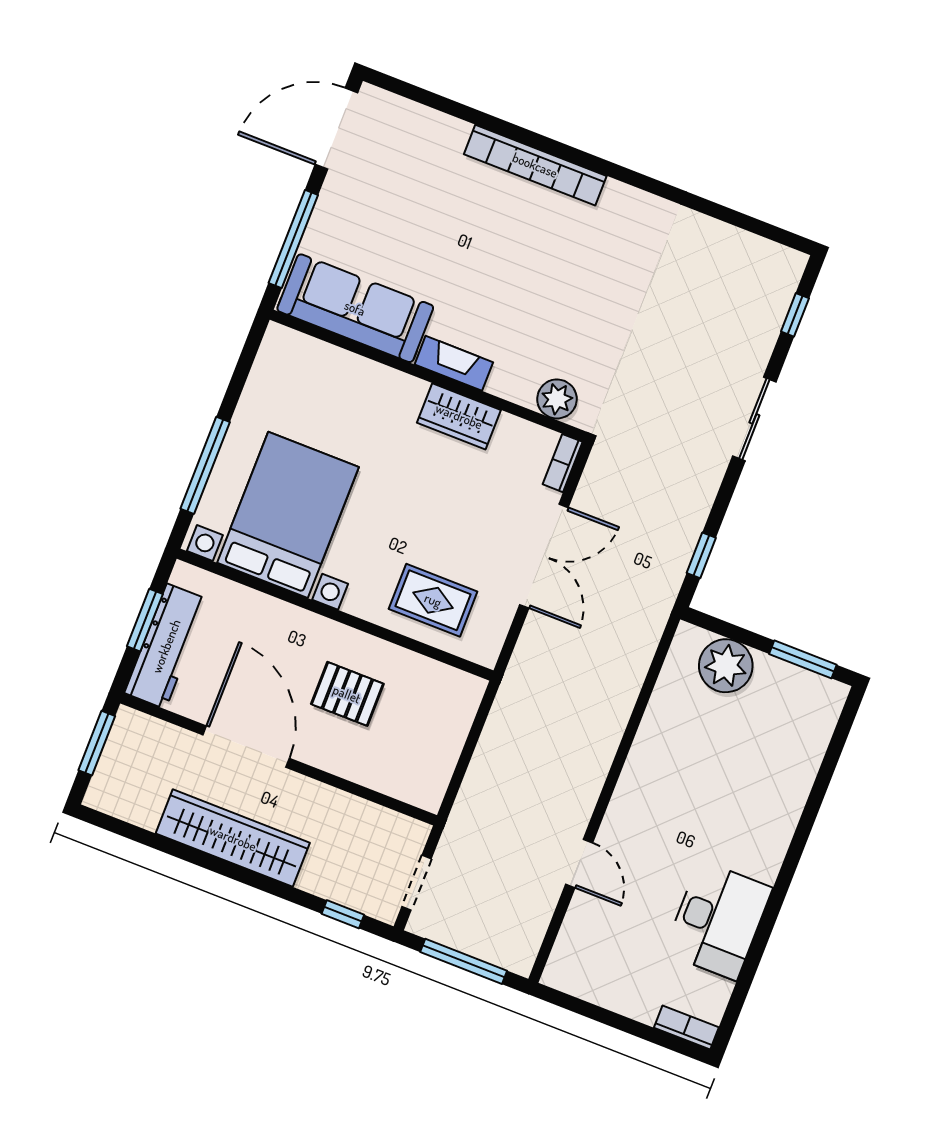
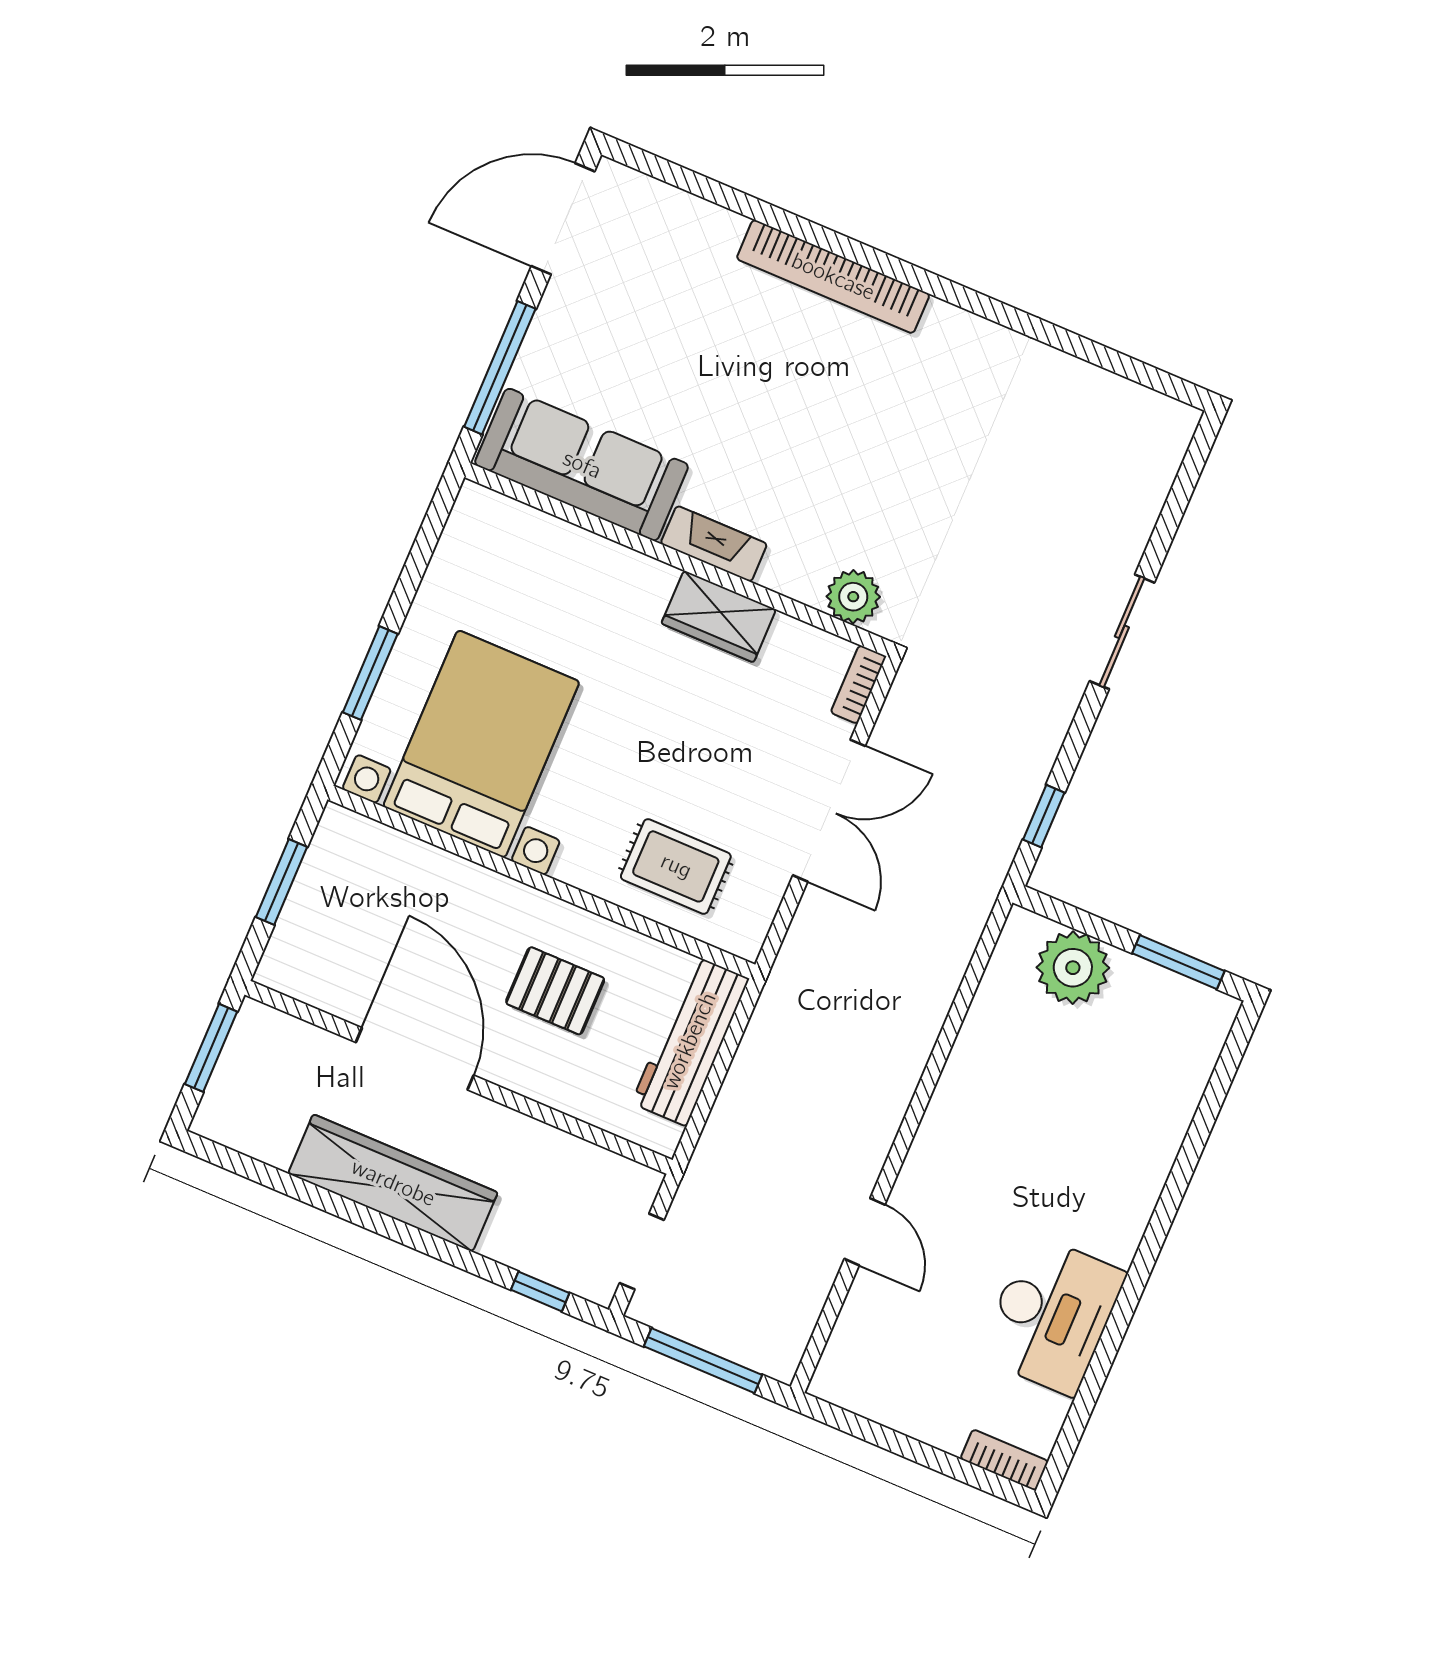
window: (795, 315) -> (1182, 492), removed
window: (205, 465) -> (370, 673), width x0.69
workbench: (166, 646) -> (690, 1041), moved, turned 180

